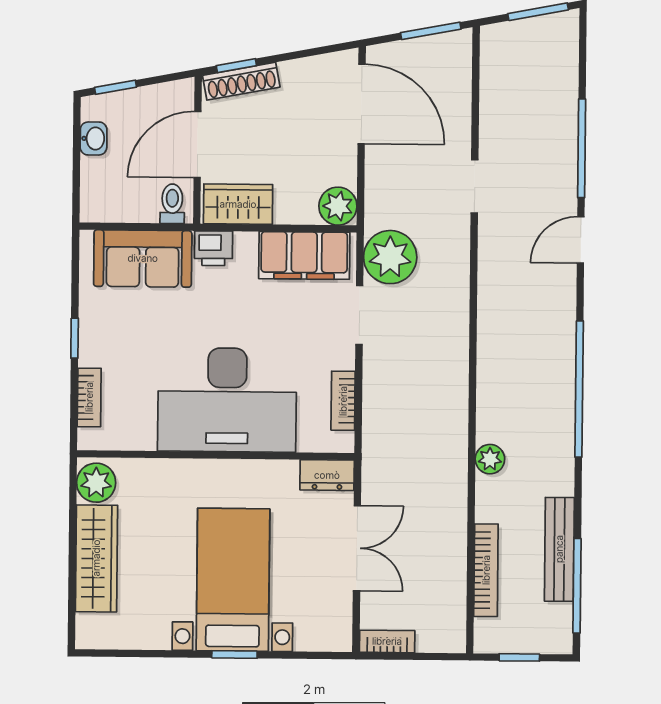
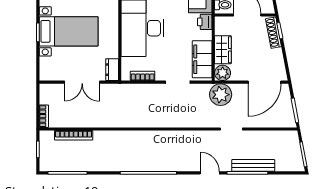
wardrobe: (238, 204) -> (223, 50), moved
plant: (390, 257) -> (221, 95), moved
plant: (490, 459) -> (119, 136), removed
bench: (559, 549) -> (253, 165), moved
bookcase: (387, 641) -> (44, 116), moved

